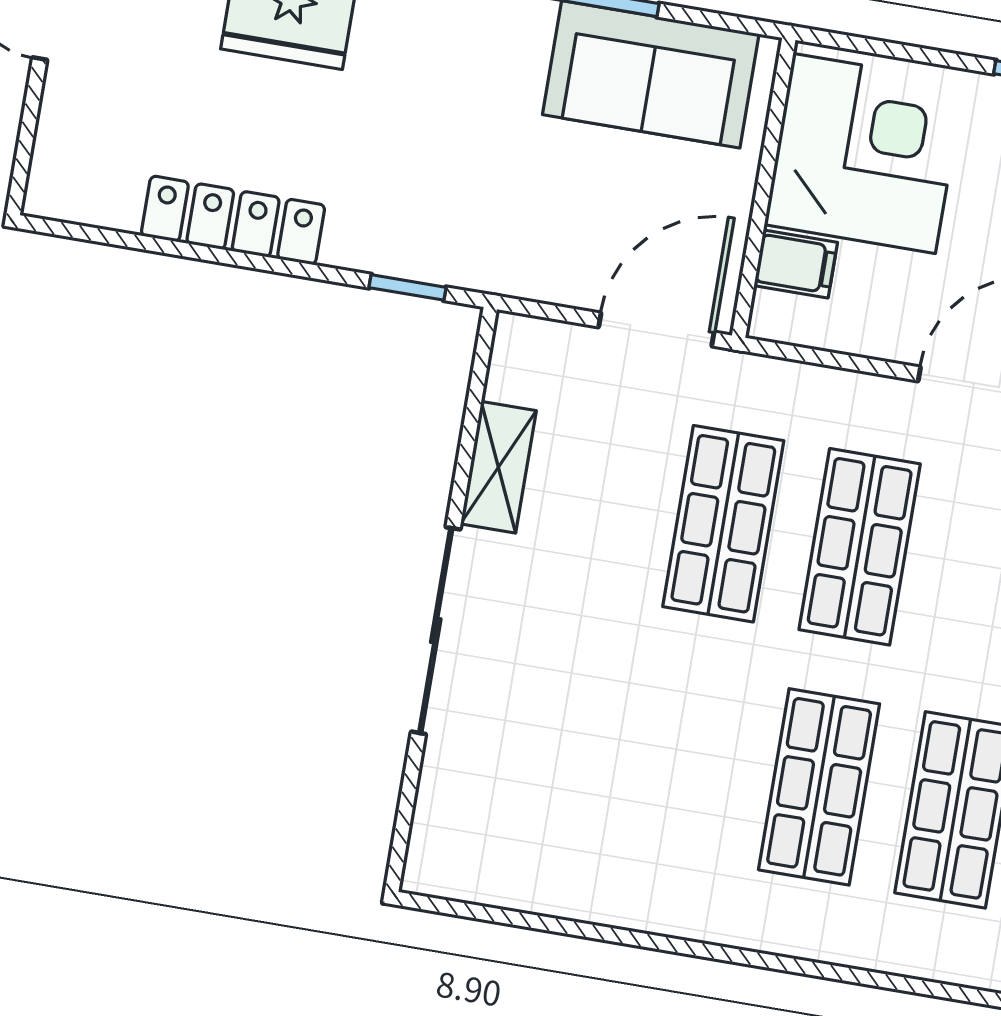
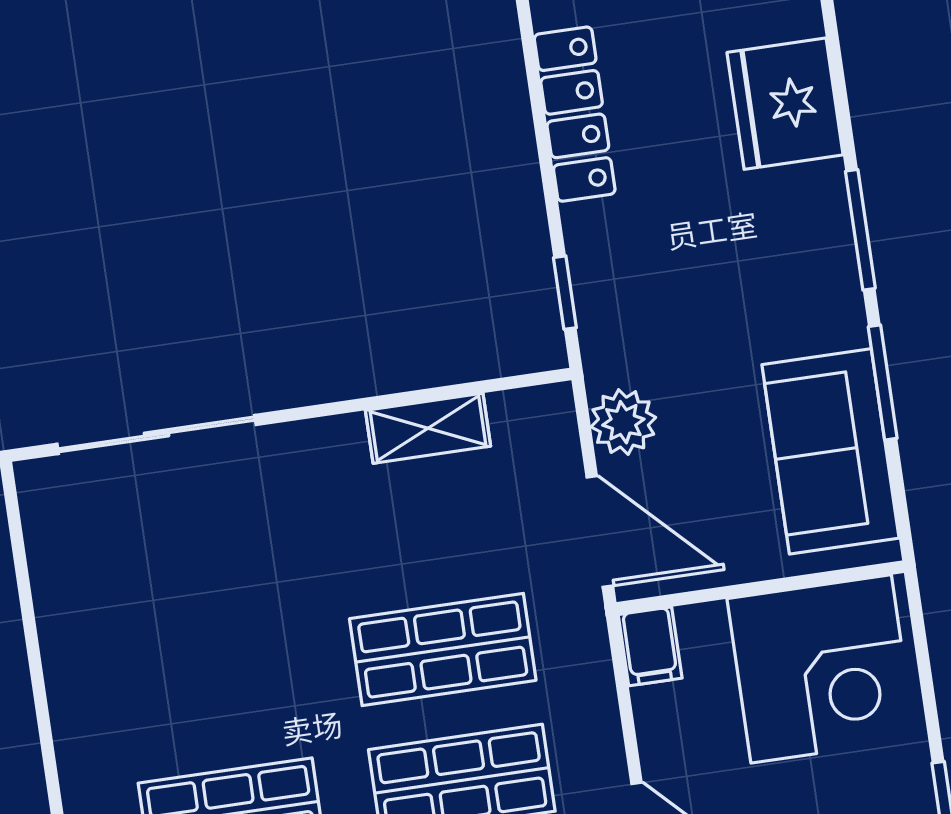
filing cabinet: (796, 264) -> (650, 646), moved
plant: (555, 271) -> (623, 422), added
sliding door: (436, 631) -> (157, 434), moved

